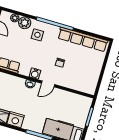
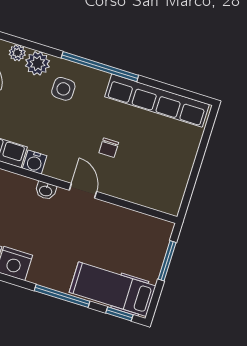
water cooler: (35, 74) -> (35, 162), moved
door: (48, 84) -> (83, 191), swing flipped

